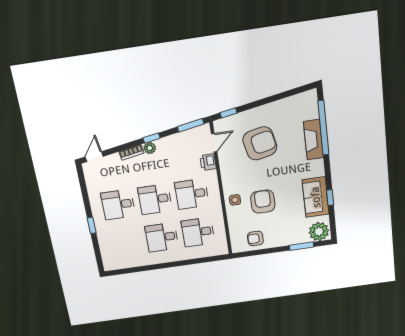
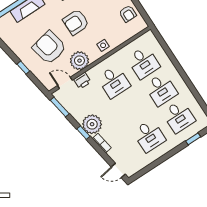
window: (229, 113) -> (23, 68), moved
plant: (150, 148) -> (92, 124), width x1.87, depth x1.87
plant: (231, 169) -> (79, 61), added
desk: (155, 199) -> (179, 117), moved
armchair: (263, 202) -> (76, 22), moved
window: (92, 225) -> (193, 139), moved

